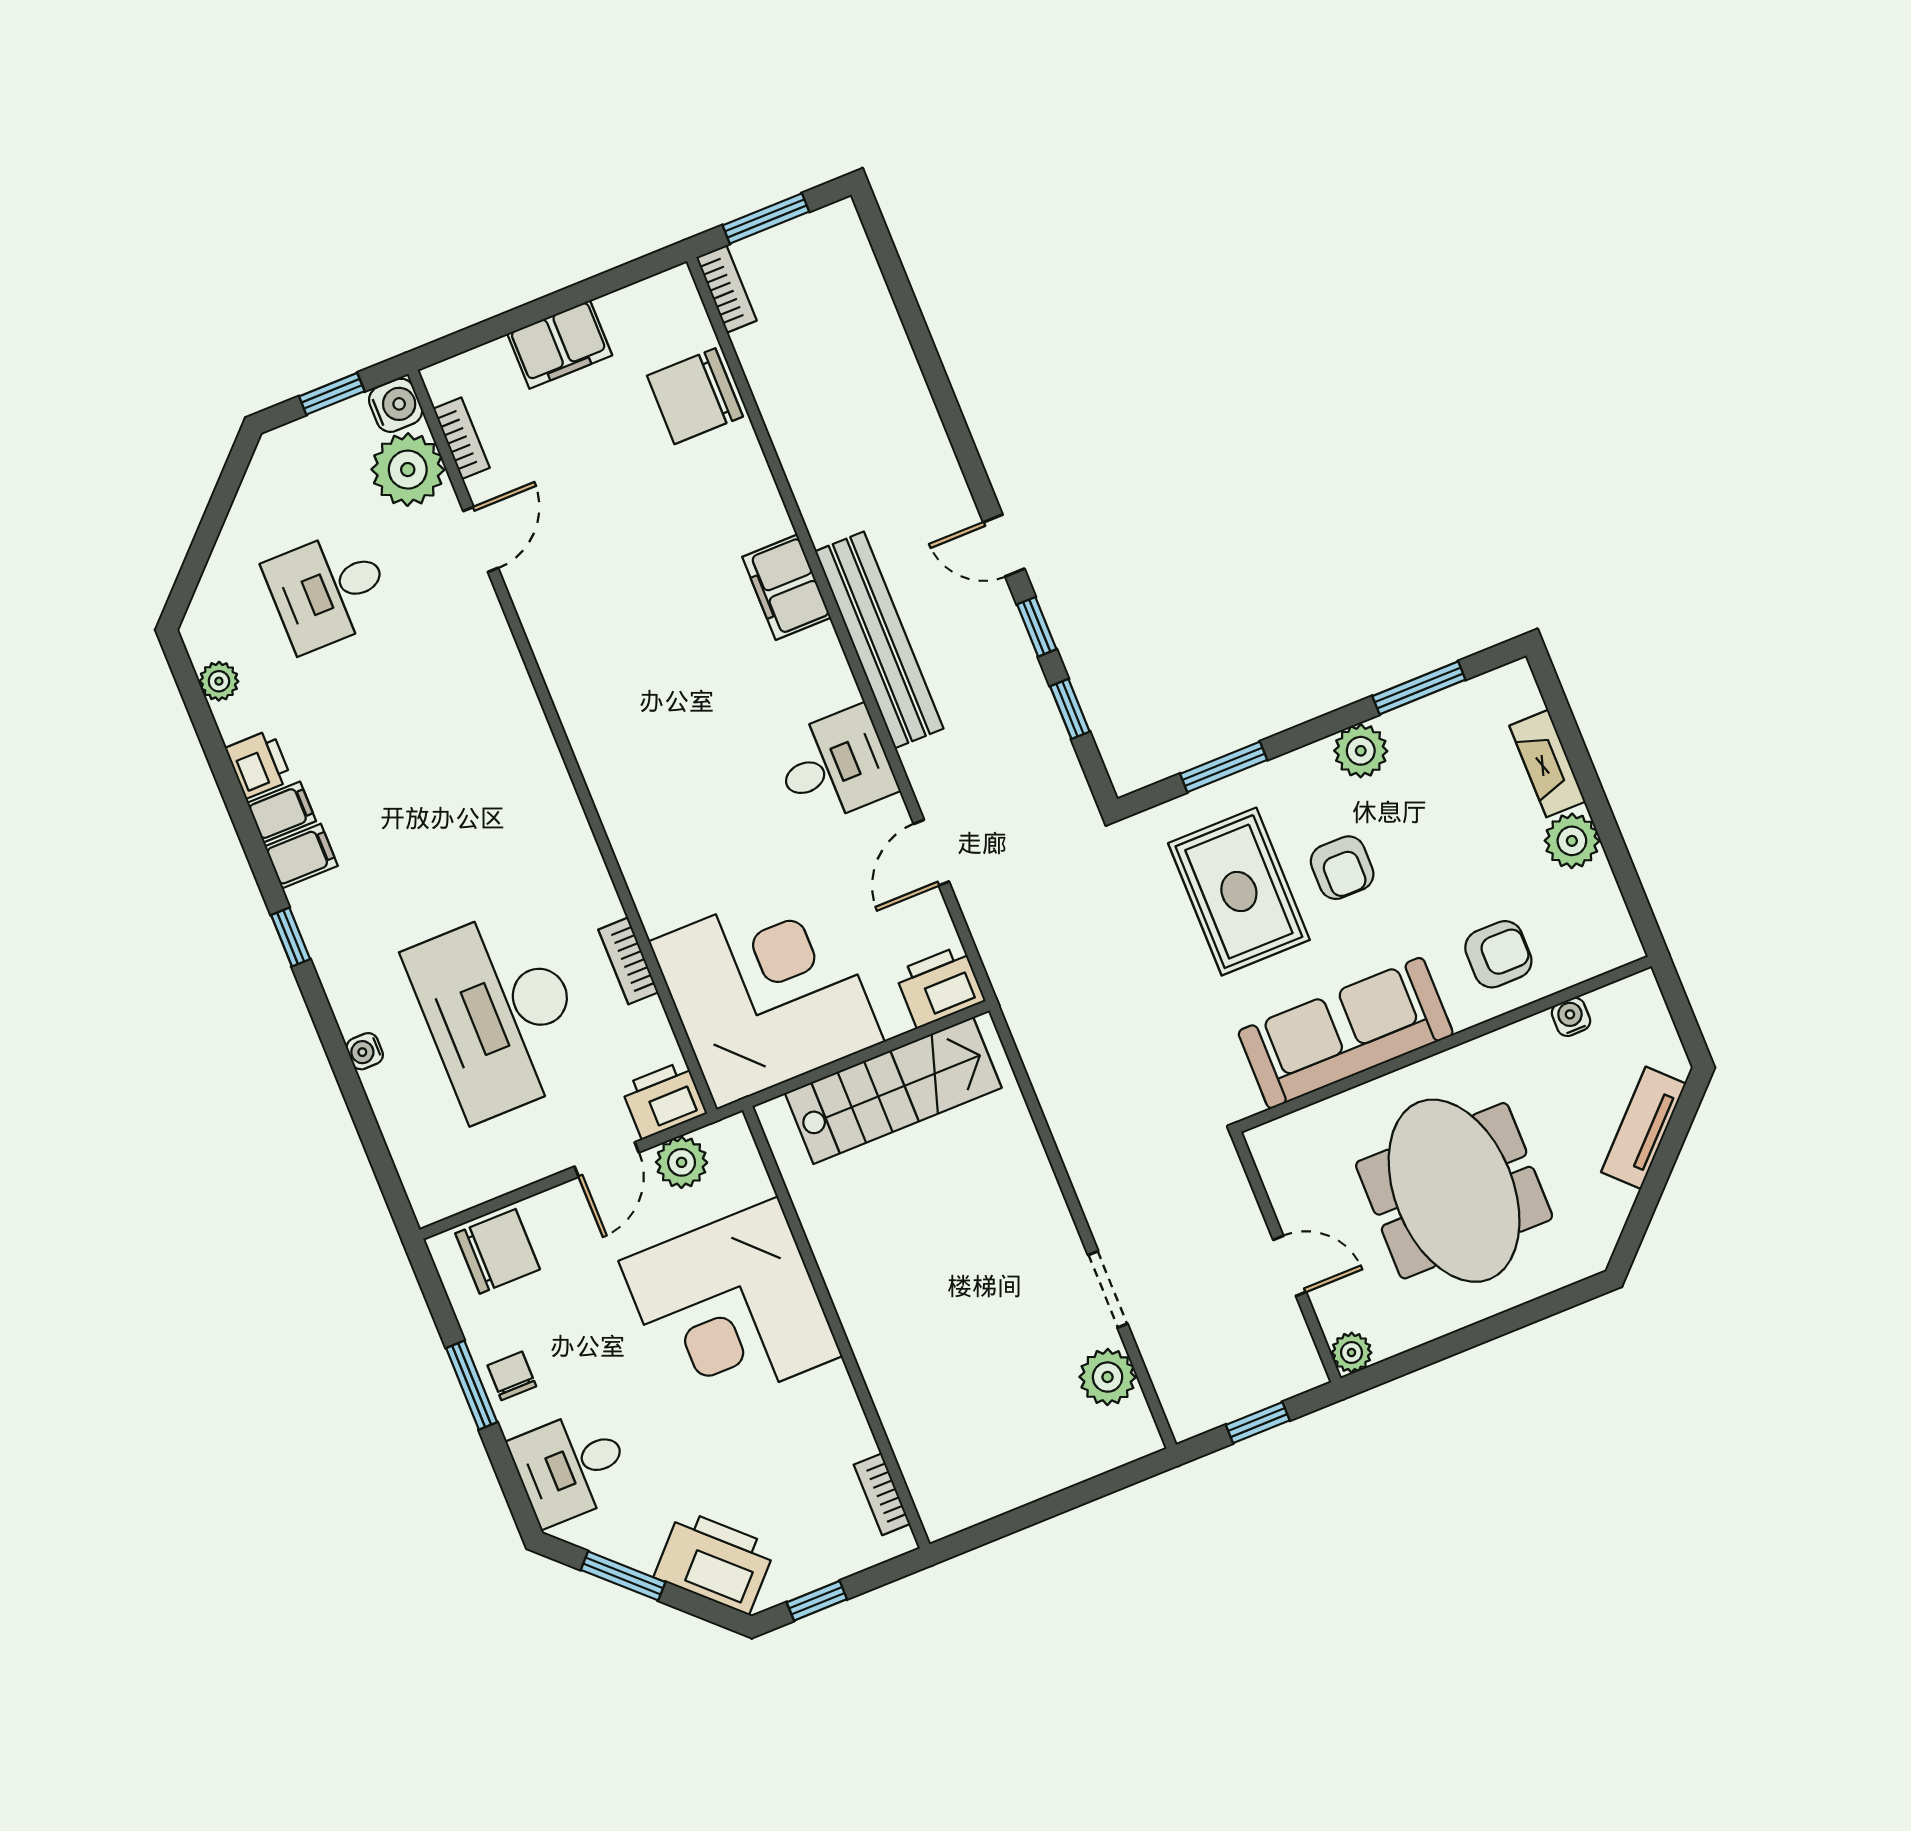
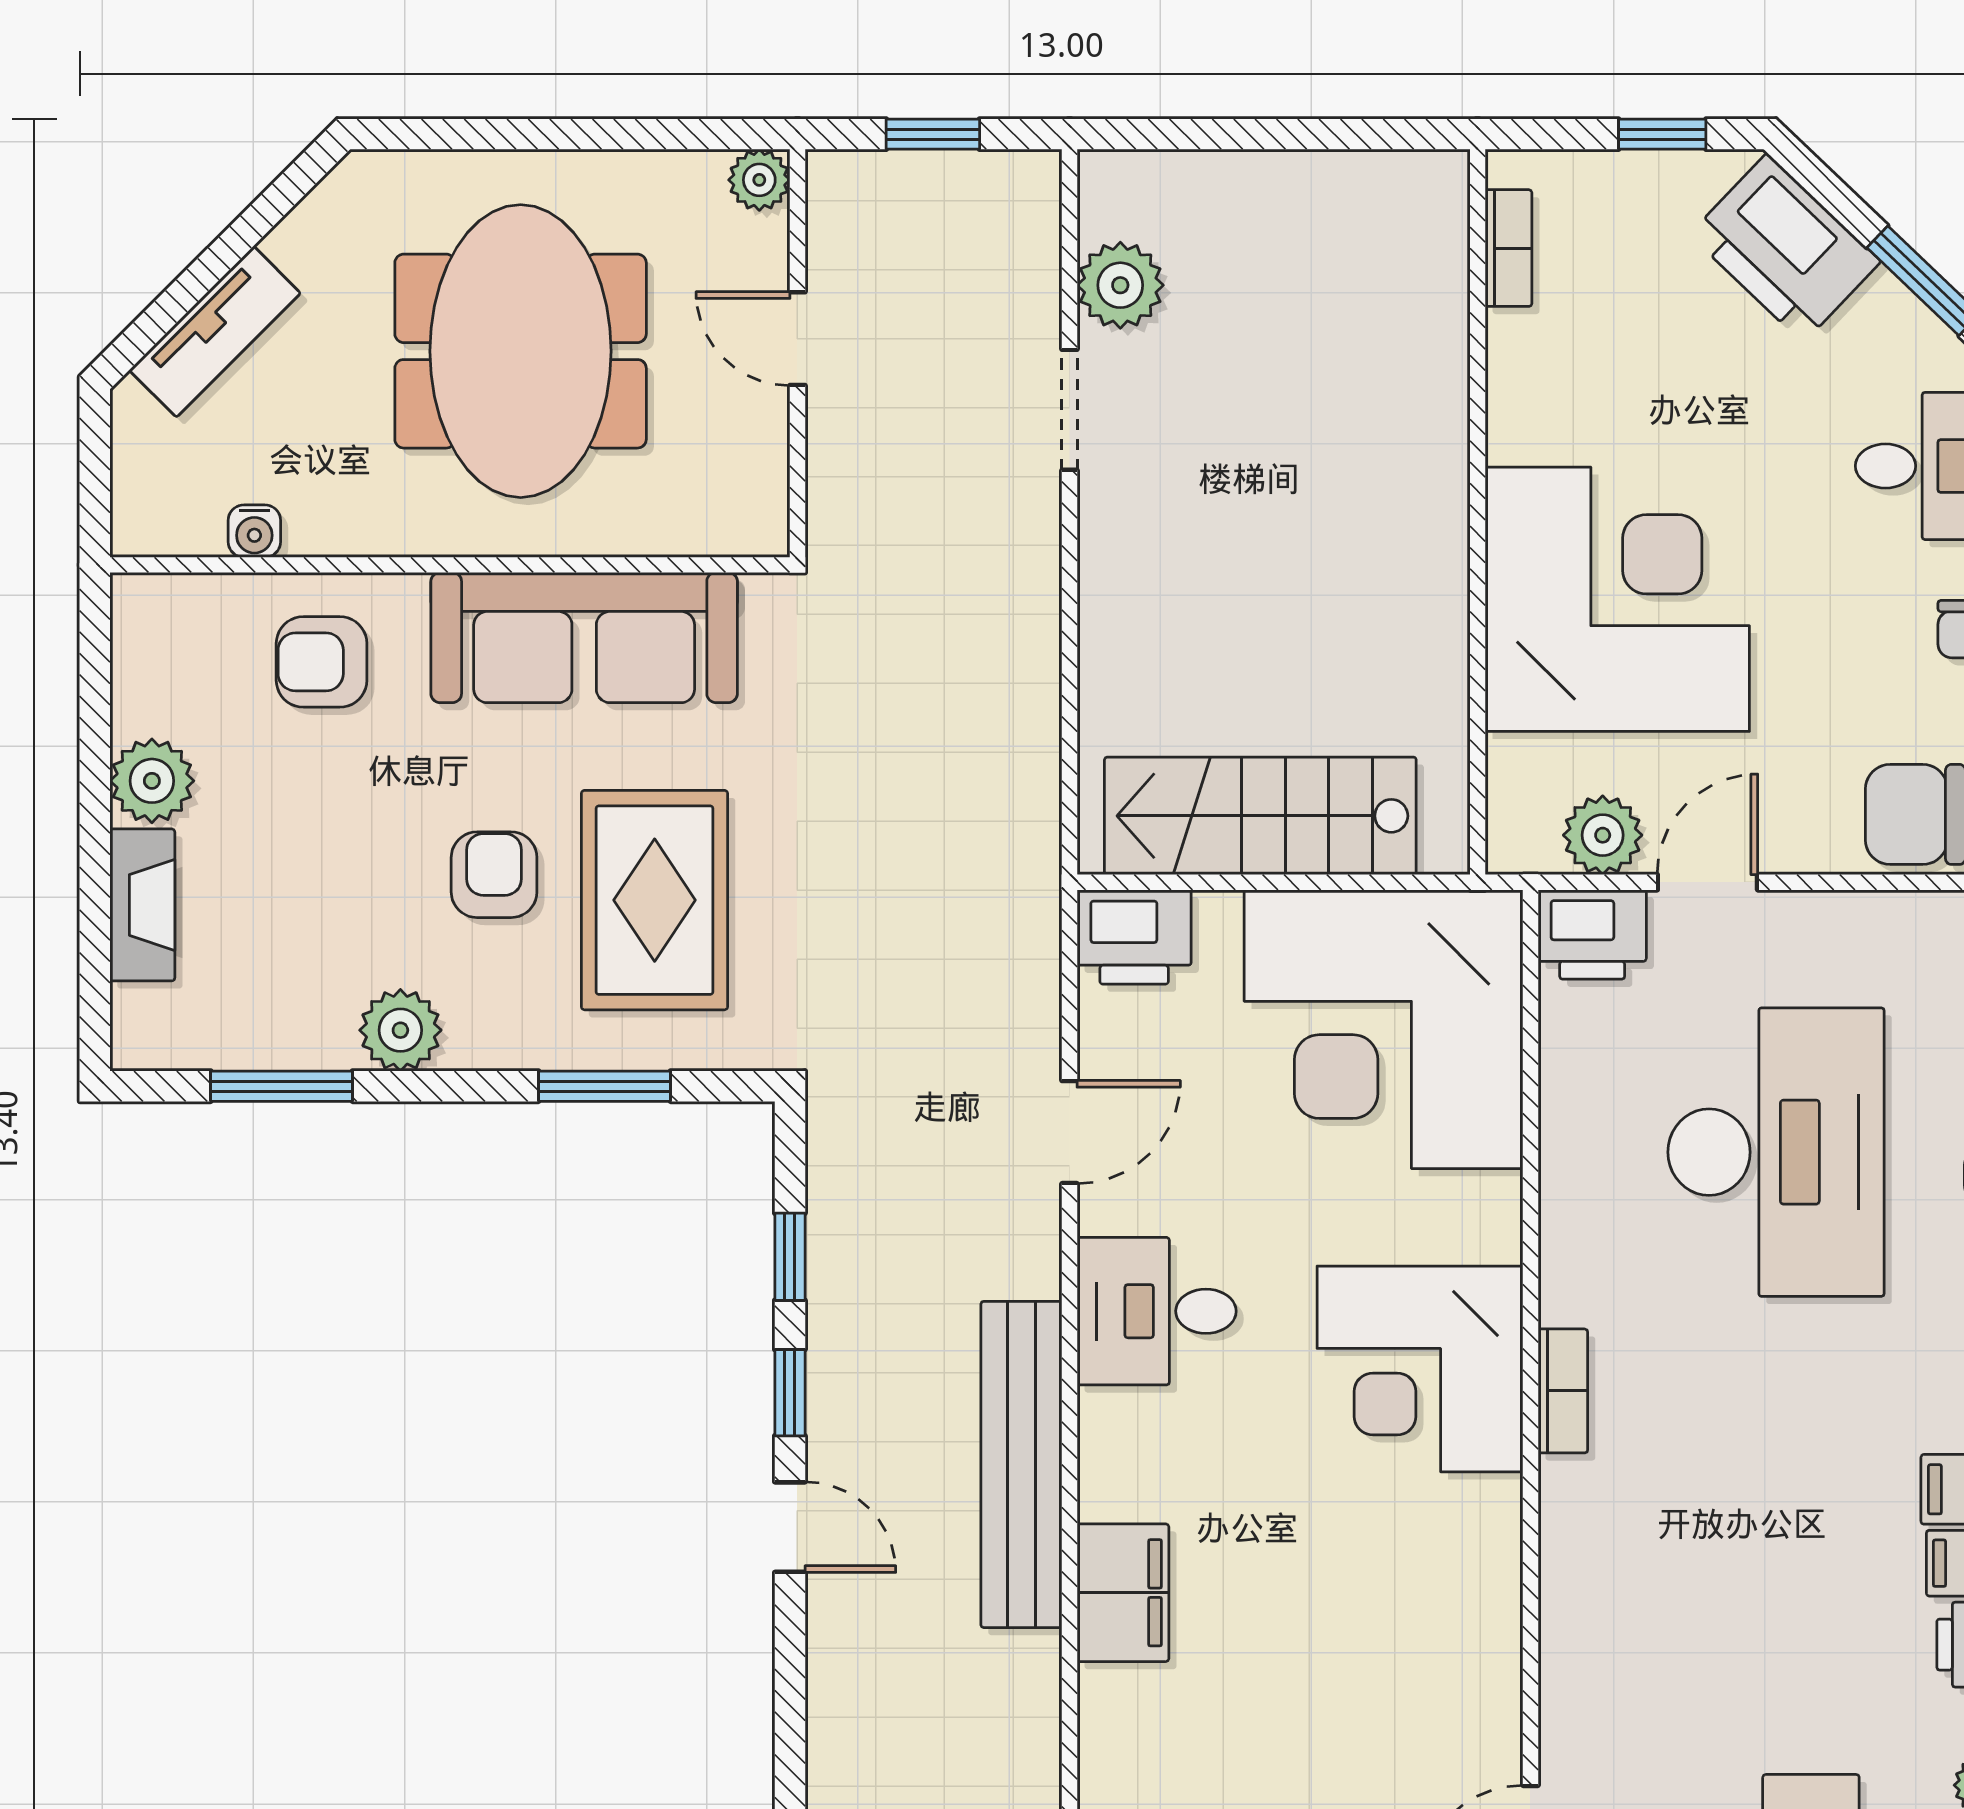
corner desk: (662, 795) -> (1420, 1369), added
bookcase: (628, 961) -> (1563, 1391), moved

